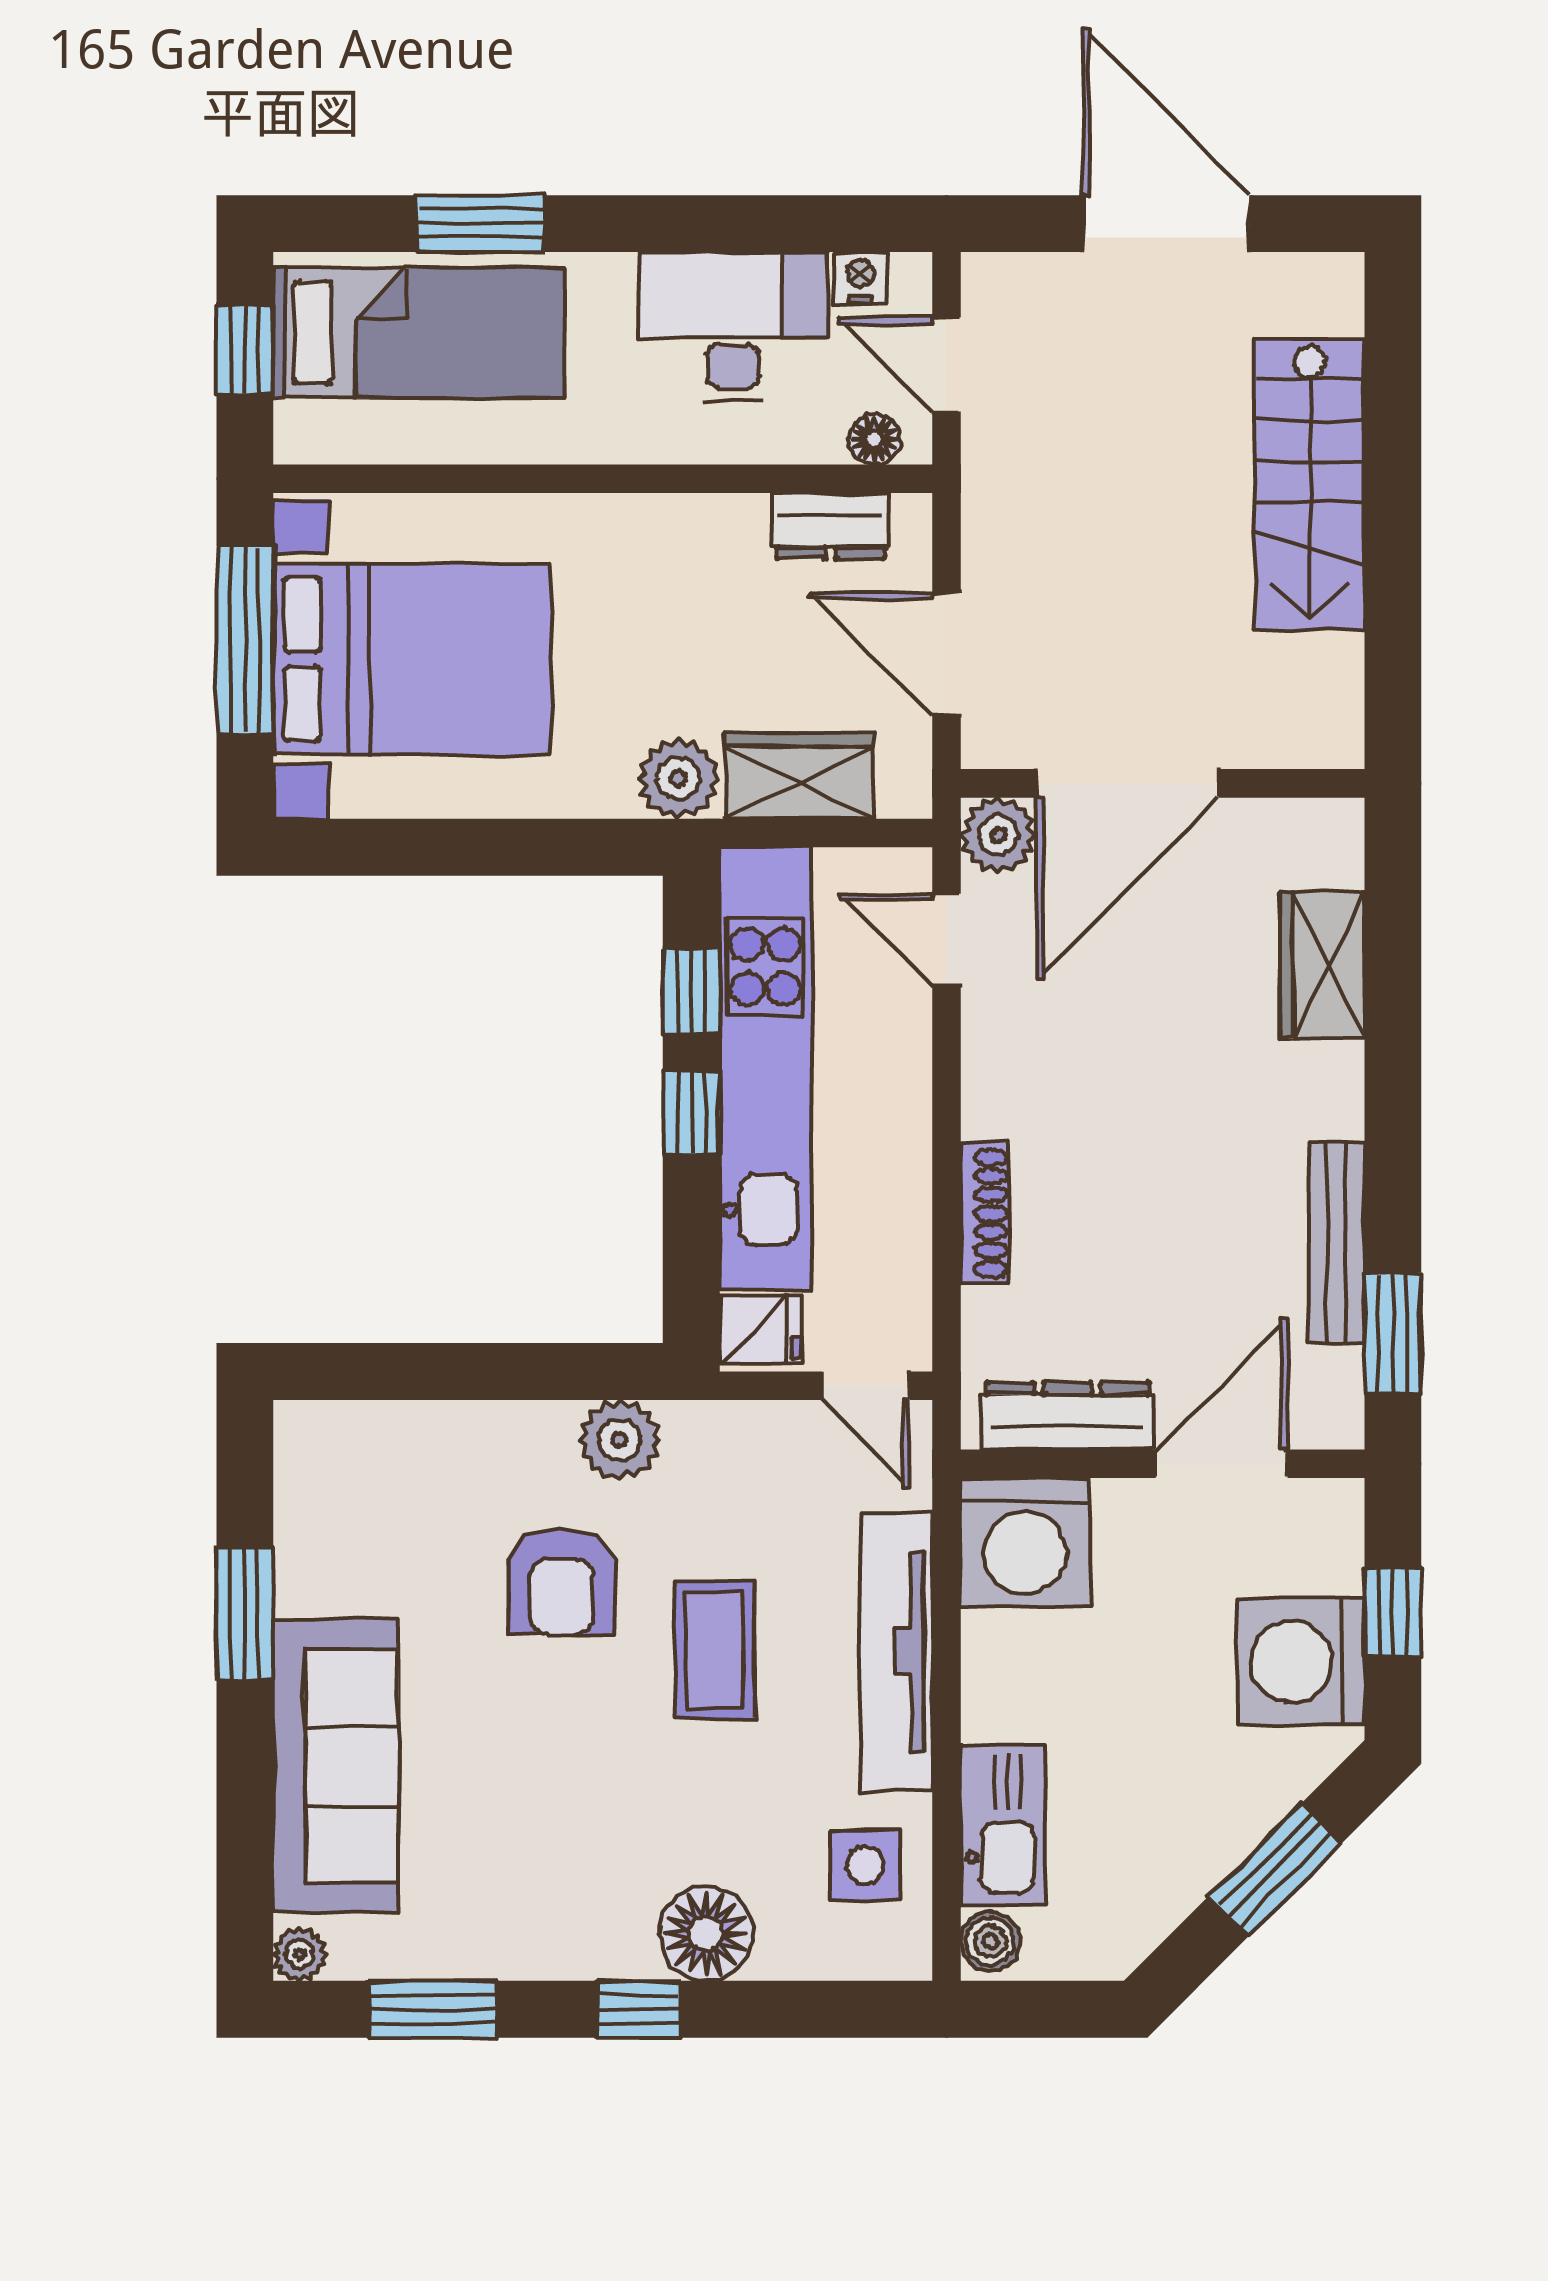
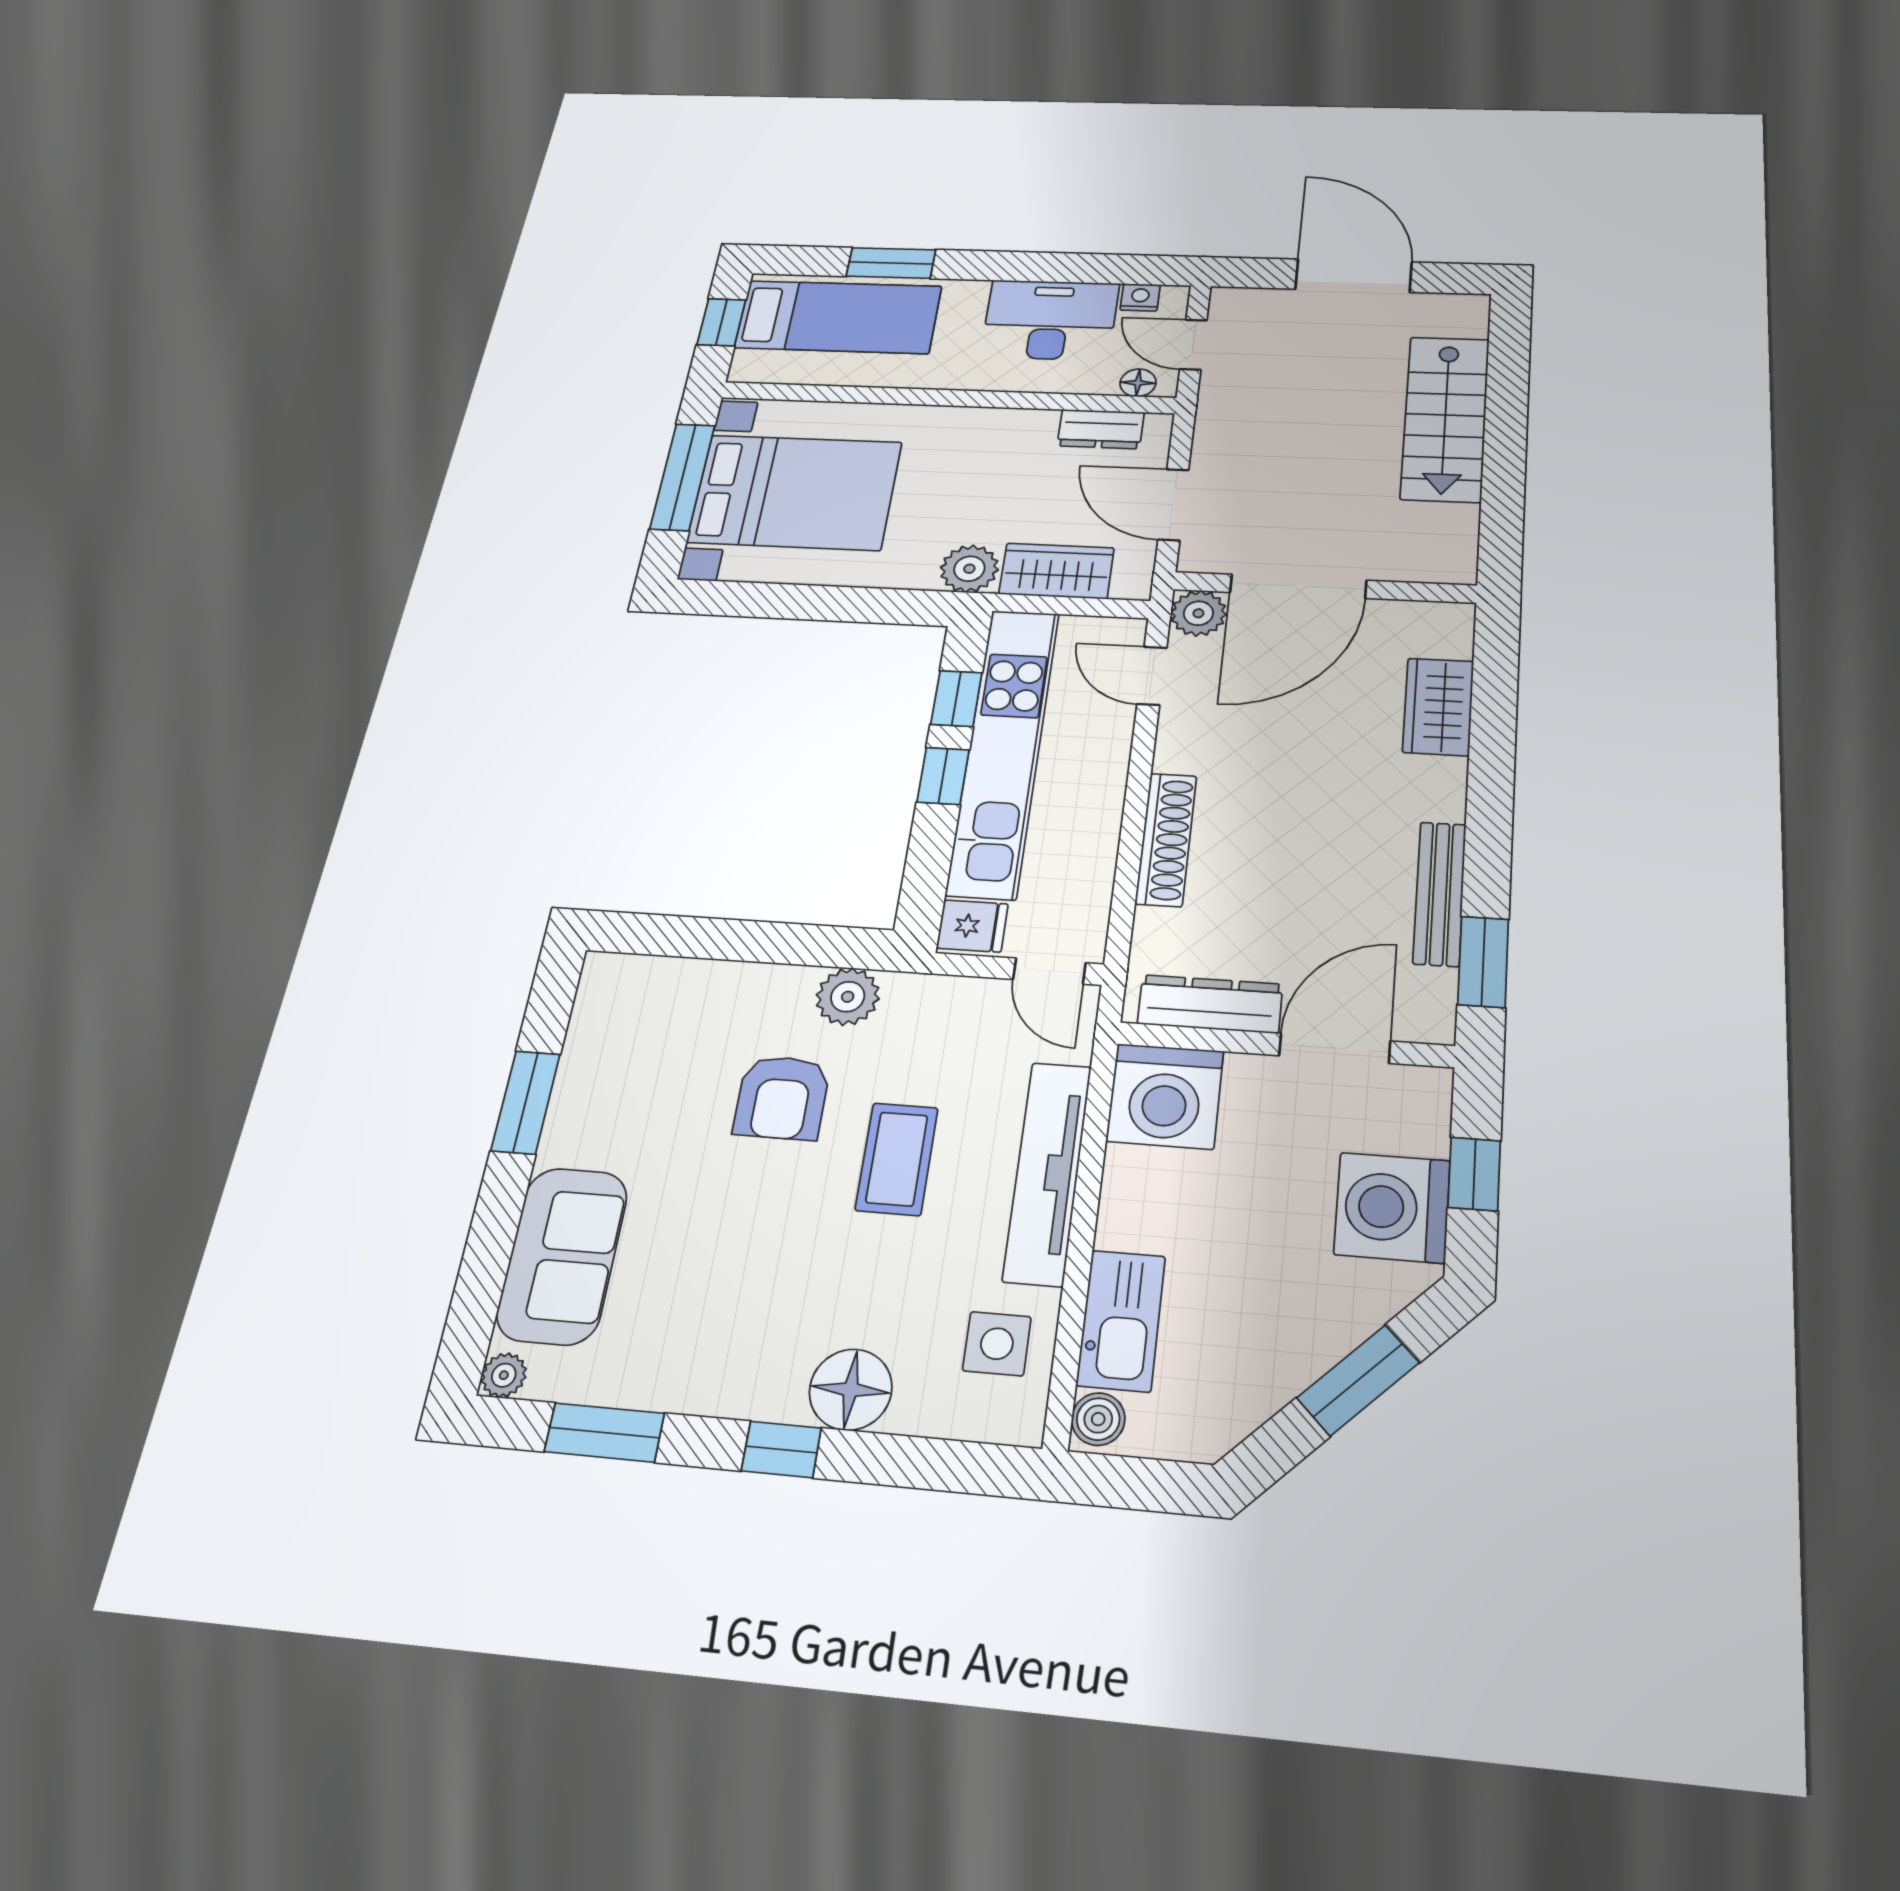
shoe rack: (985, 1213) -> (1166, 839), width x1.36, depth x1.24
sofa: (336, 1766) -> (562, 1255), width x0.73

